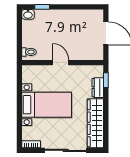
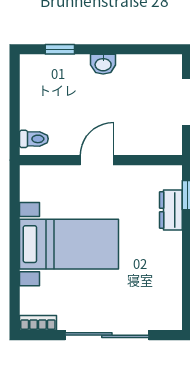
washbasin: (28, 14) -> (103, 64), moved
door: (61, 63) -> (97, 160), hinge flipped
wardrobe: (95, 123) -> (166, 281), removed

